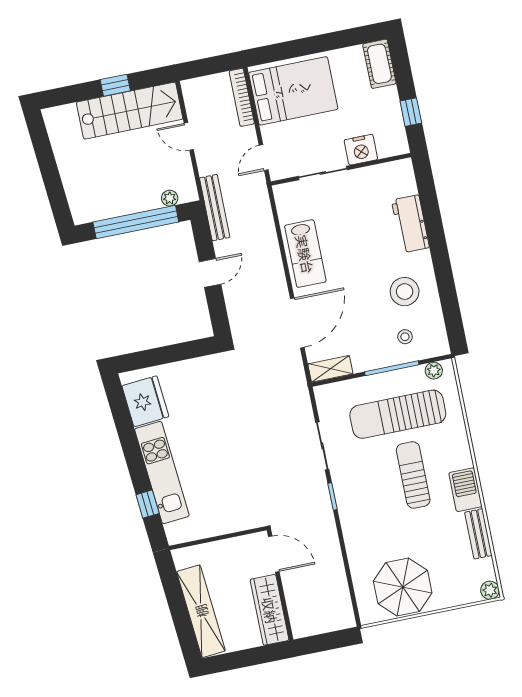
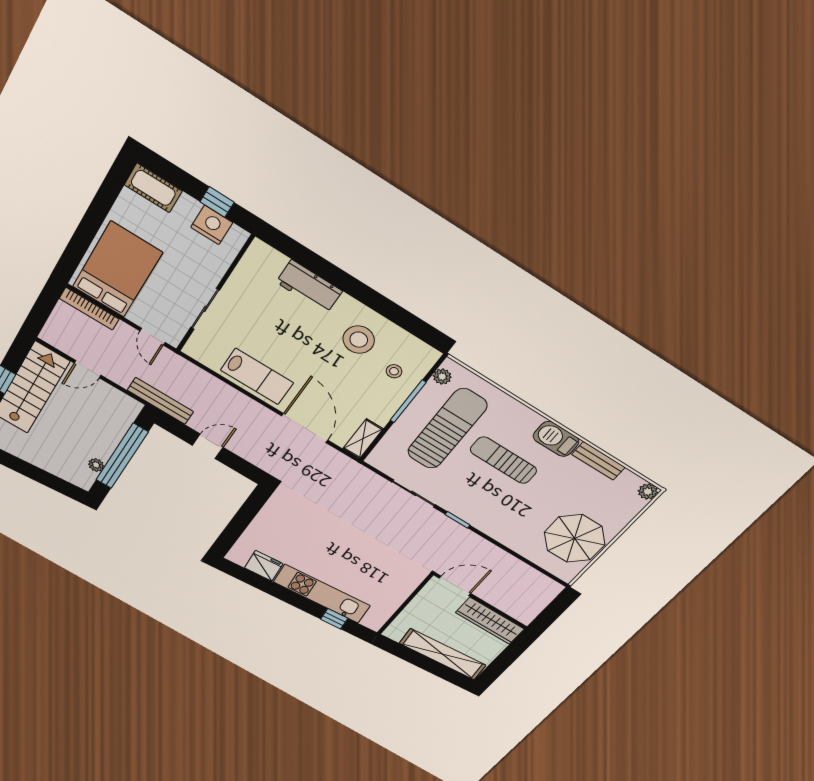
nightstand: (361, 150) -> (212, 225), moved, turned -90
plant: (170, 198) -> (96, 465), moved
door: (210, 273) -> (208, 446), hinge flipped
fridge: (145, 401) -> (264, 566), width x0.73, depth x0.75
sun lounger: (398, 414) -> (447, 429), turned 180

